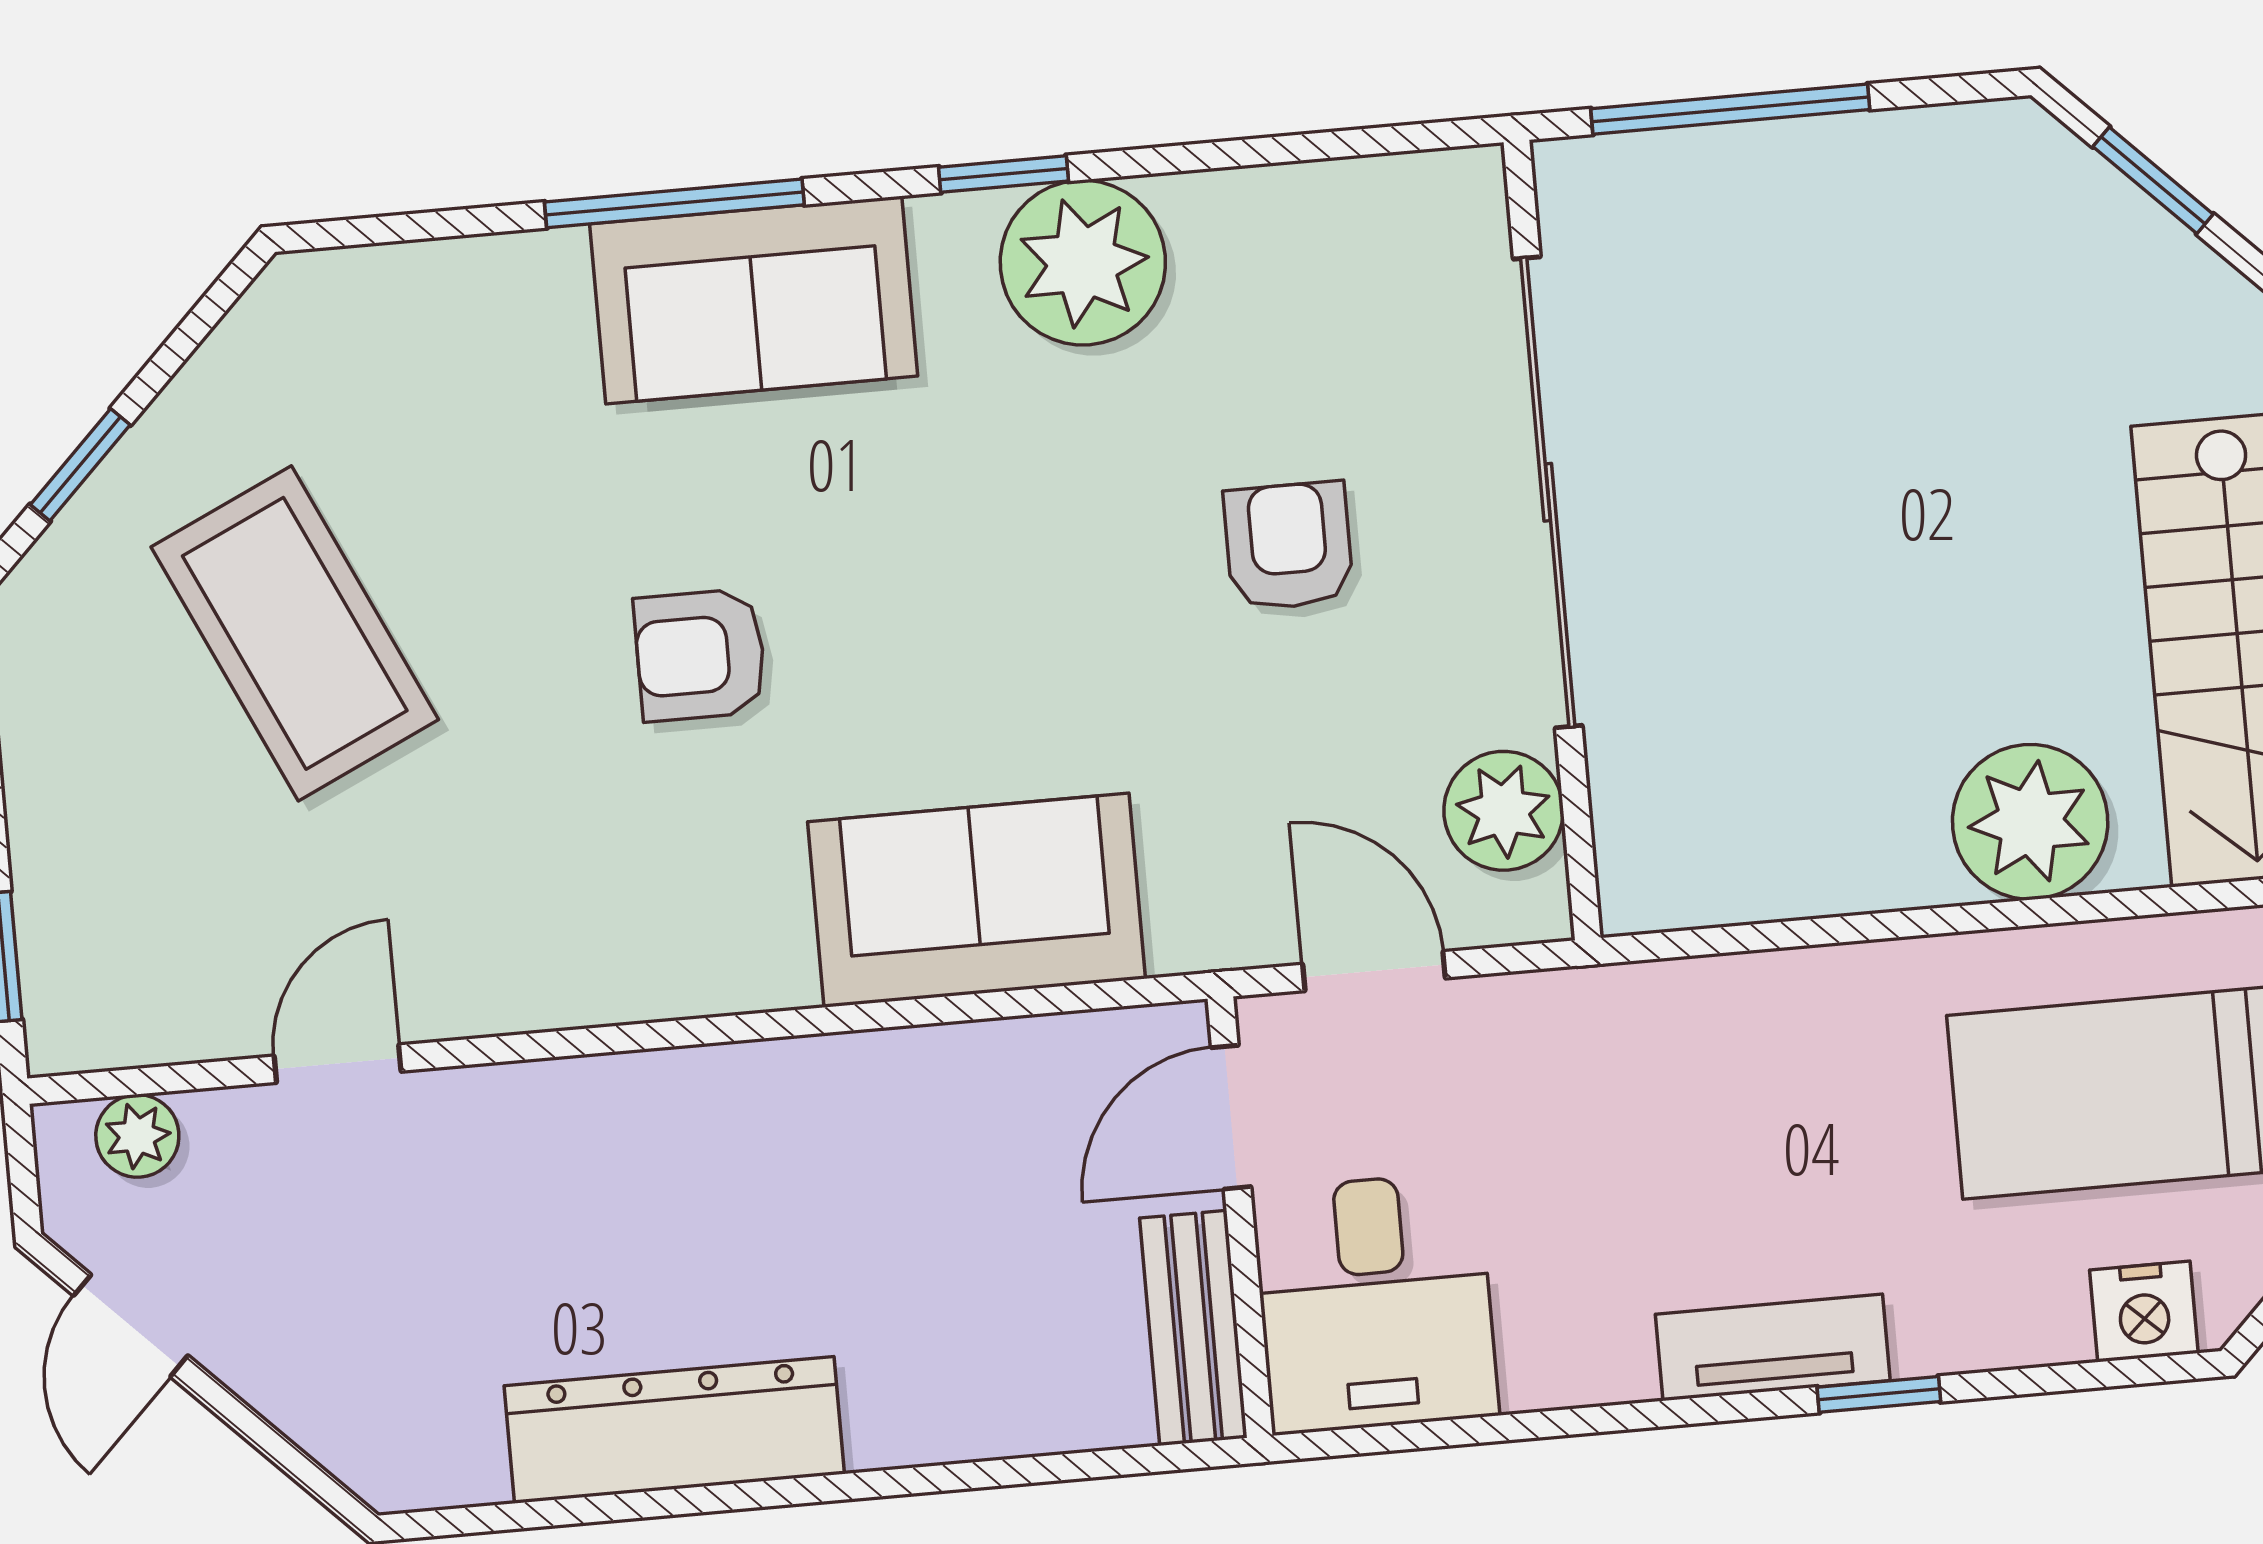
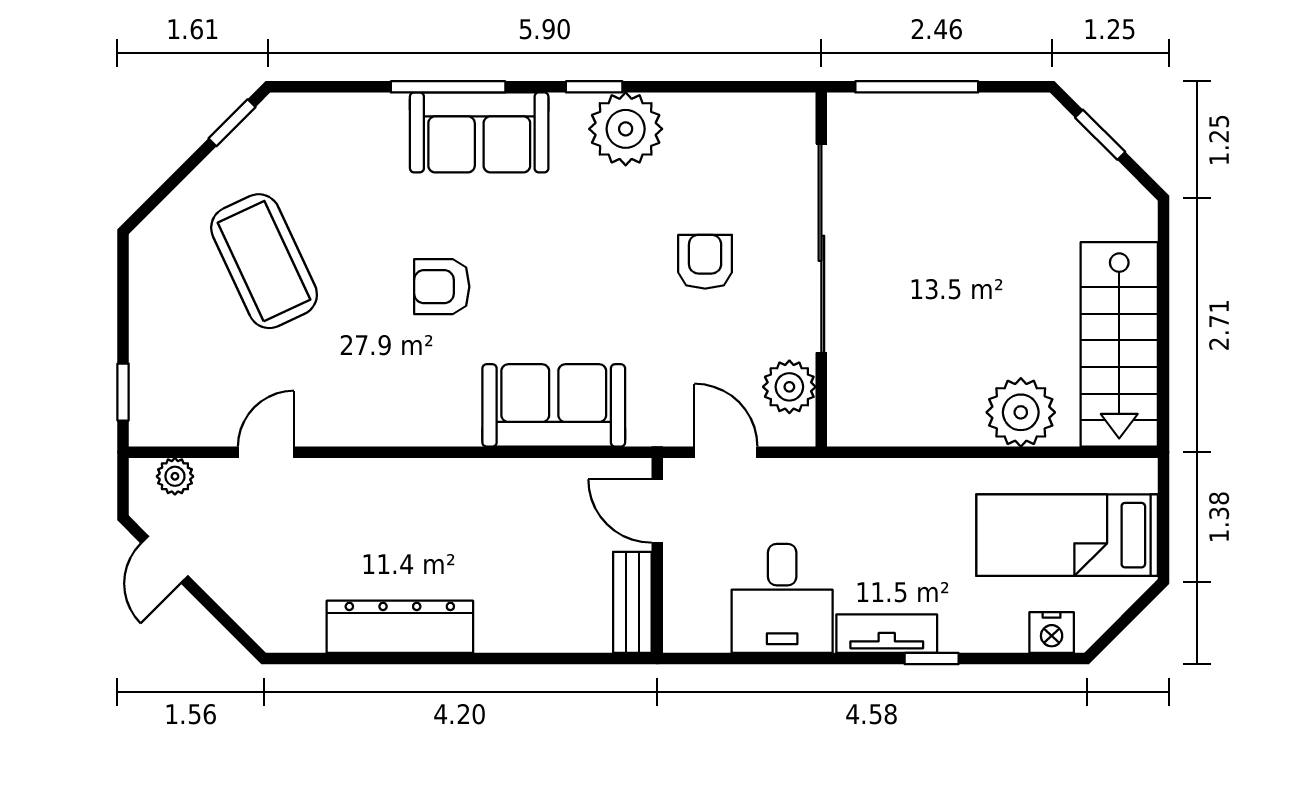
window: (80, 465) -> (232, 123), moved
door: (1231, 1117) -> (657, 511), hinge flipped
desk: (1375, 1303) -> (782, 598), moved

